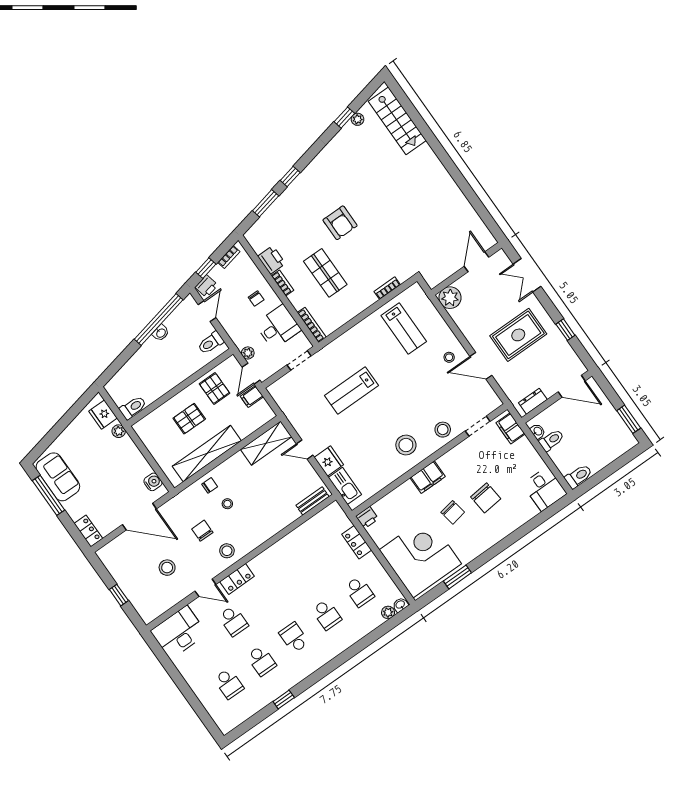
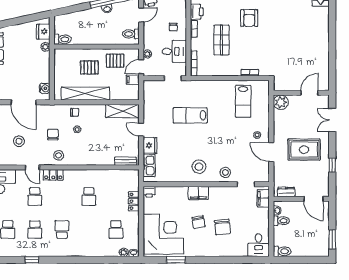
pallet: (215, 389) -> (115, 61), turned 90
school desk: (327, 615) -> (89, 197), moved

